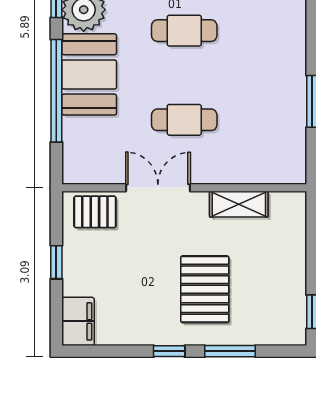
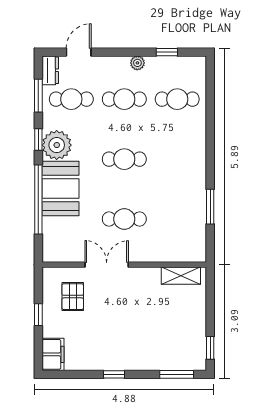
shelving: (239, 204) -> (181, 276), moved
pallet: (95, 212) -> (73, 297), moved, turned 90
pallet: (205, 289) -> (138, 333), removed
window: (230, 351) -> (177, 374), moved

